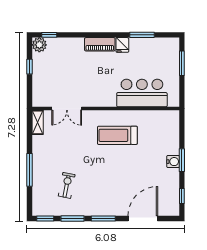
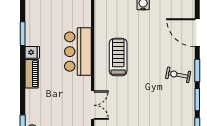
bar counter: (142, 93) -> (78, 52), moved
treadmill: (117, 135) -> (118, 57), turned 180
exercise bike: (67, 185) -> (178, 75), moved

